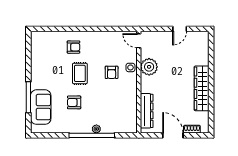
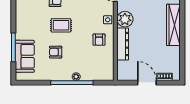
armchair: (112, 72) -> (99, 40), moved
rug: (80, 73) -> (61, 25), turned 90
wardrobe: (202, 88) -> (173, 25), moved
dresser: (147, 111) -> (123, 44), moved

